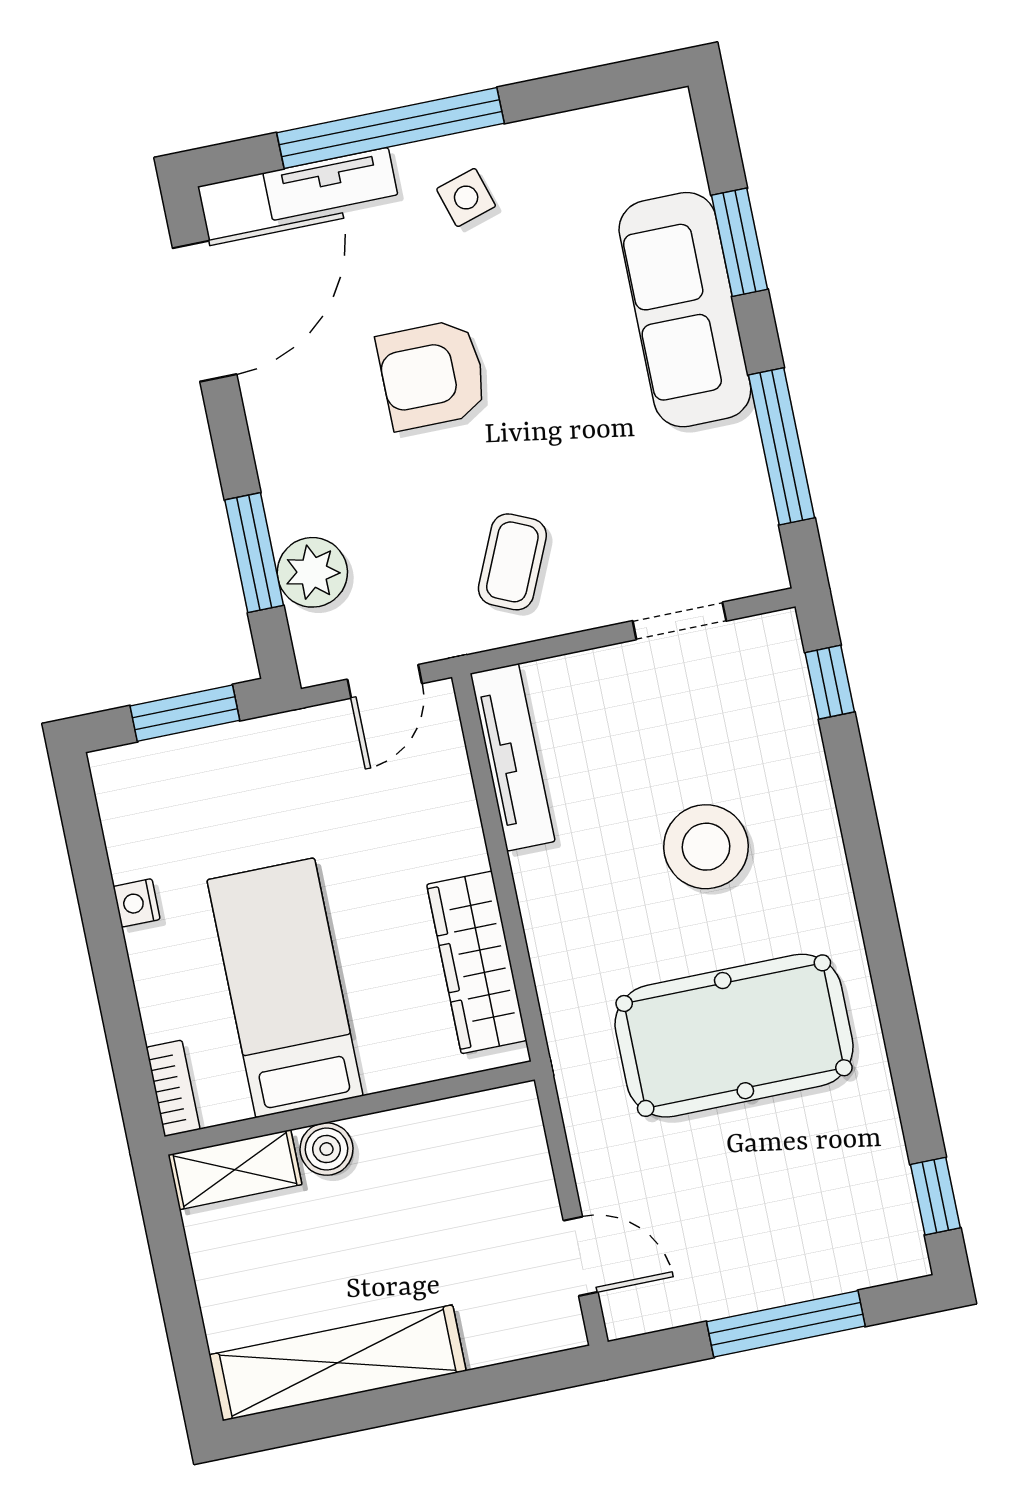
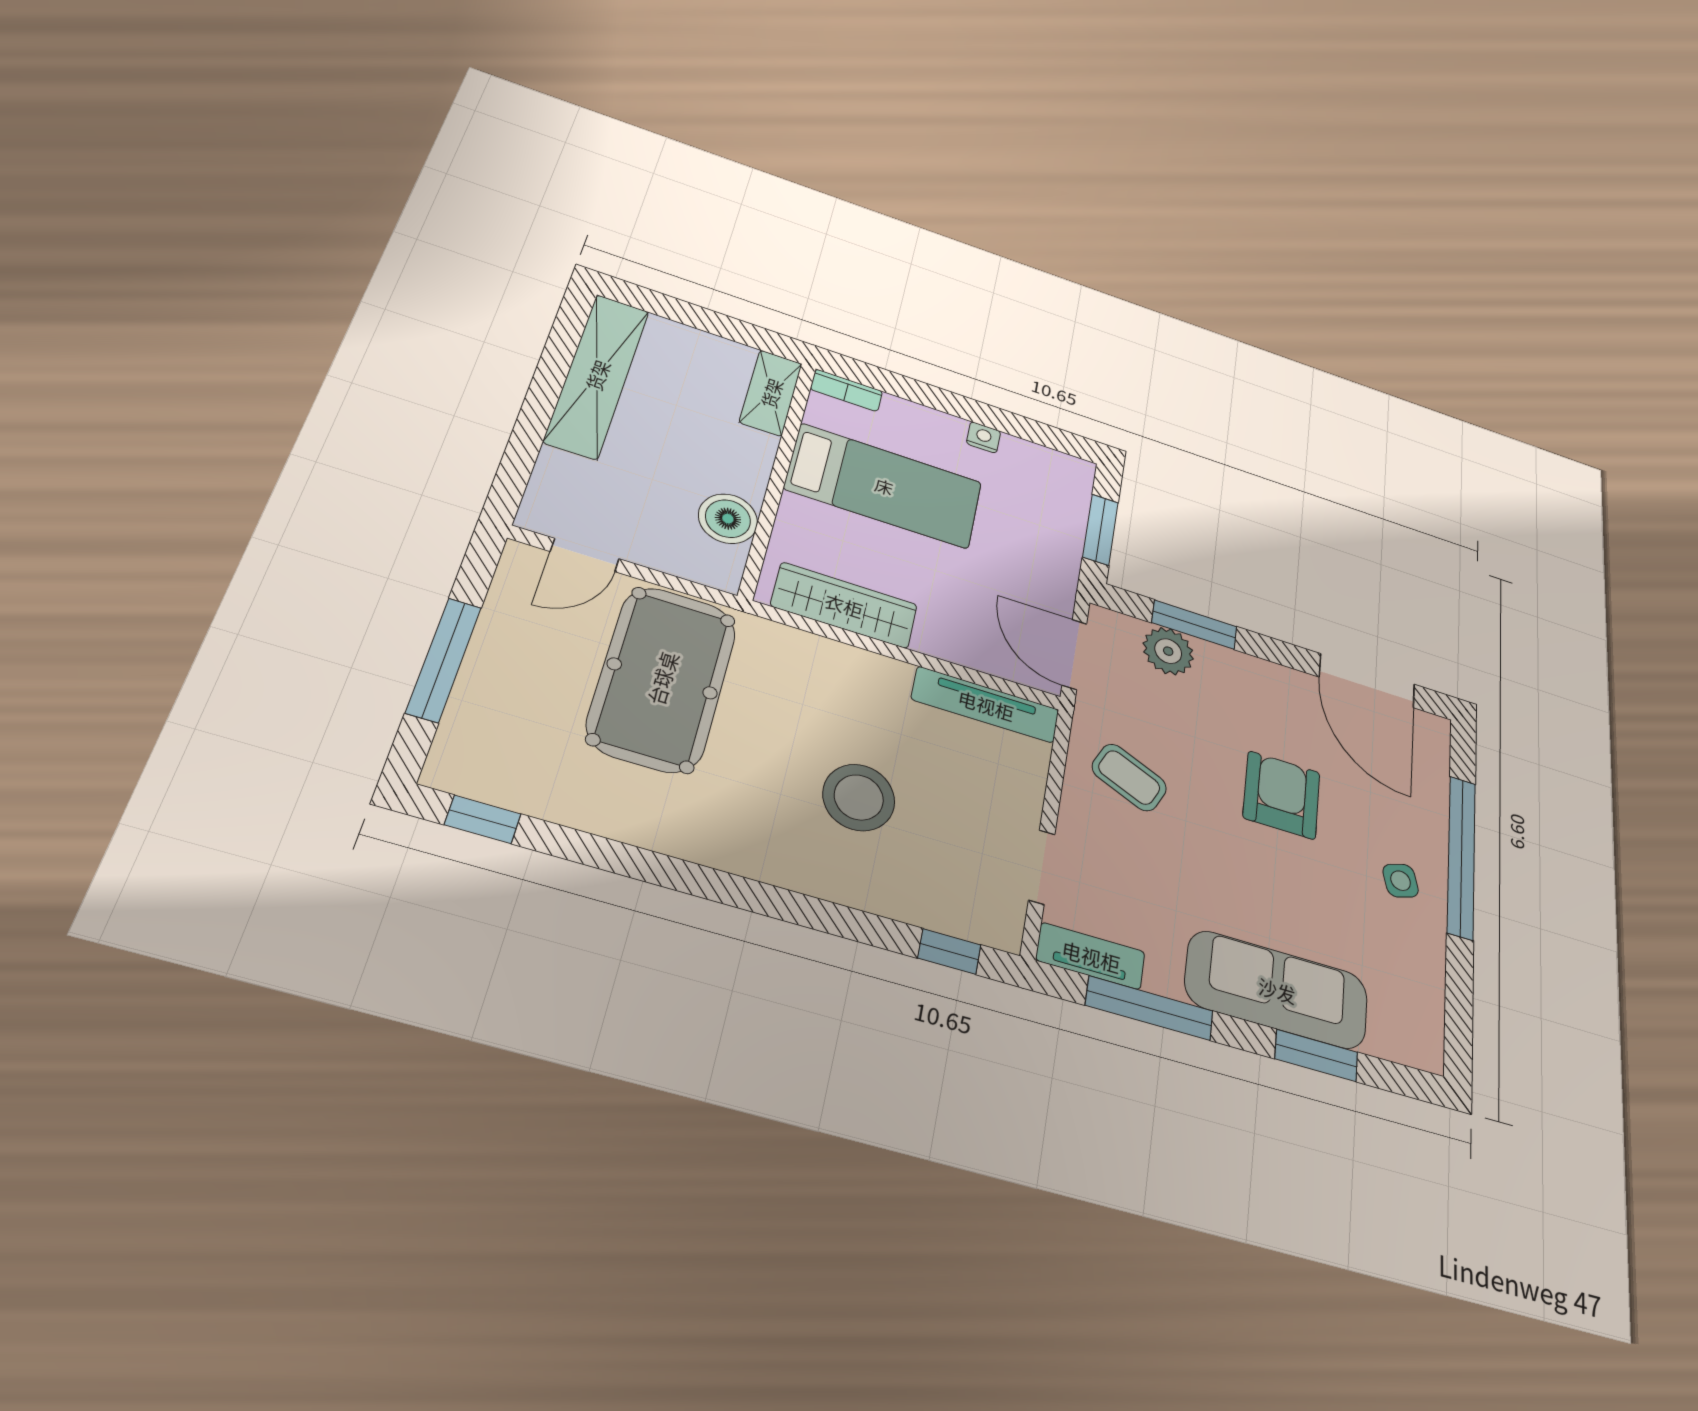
tv unit: (330, 184) -> (1091, 956), moved, turned 90
door: (385, 681) -> (1074, 654), width x1.38
pool table: (734, 1036) -> (662, 678), moved
boiler: (326, 1149) -> (728, 519), moved, width x1.36, depth x1.36

